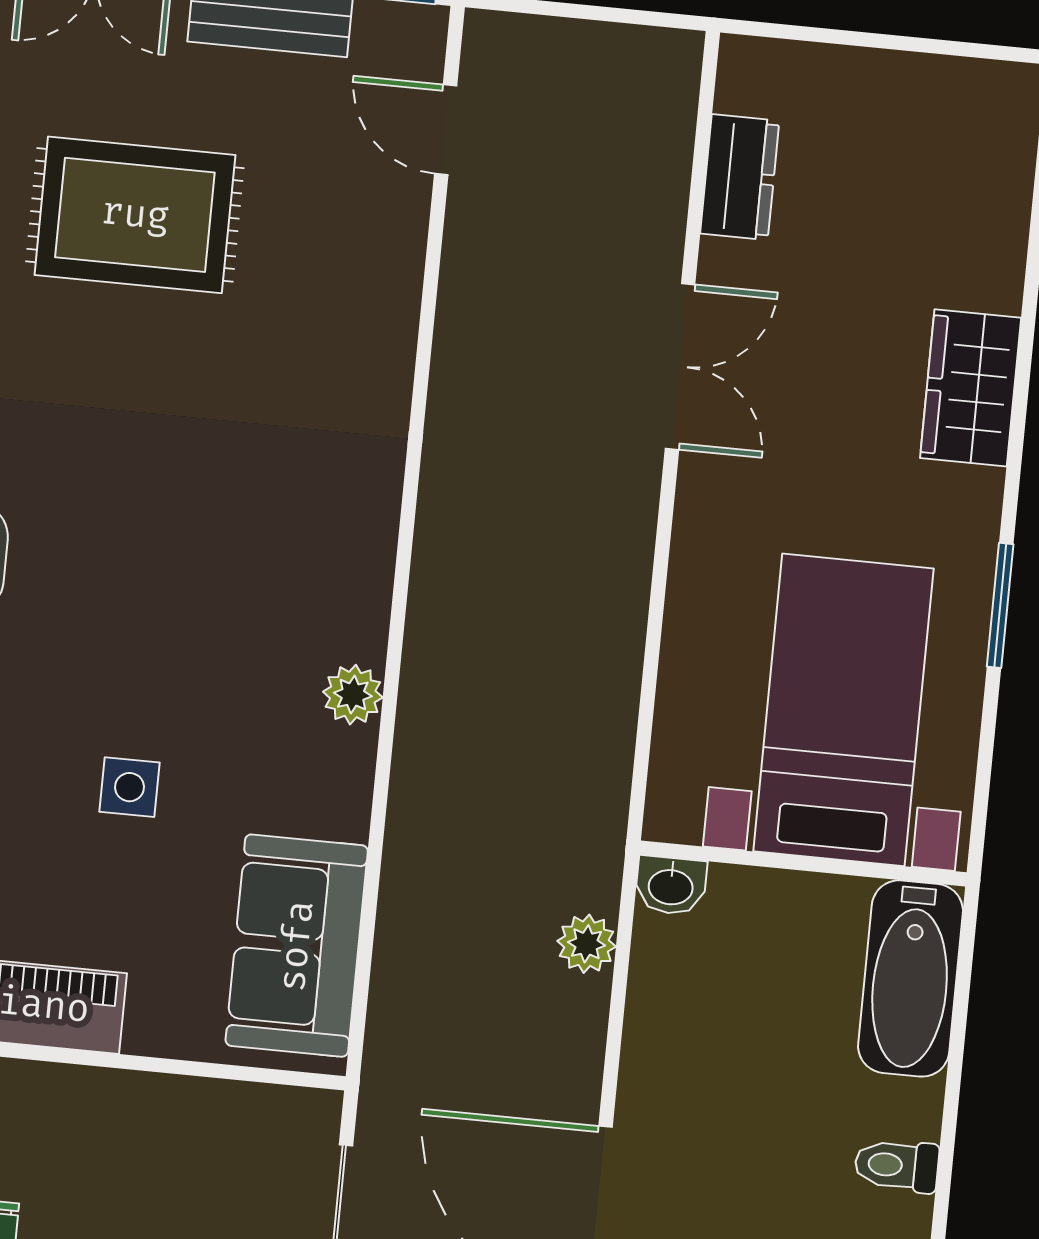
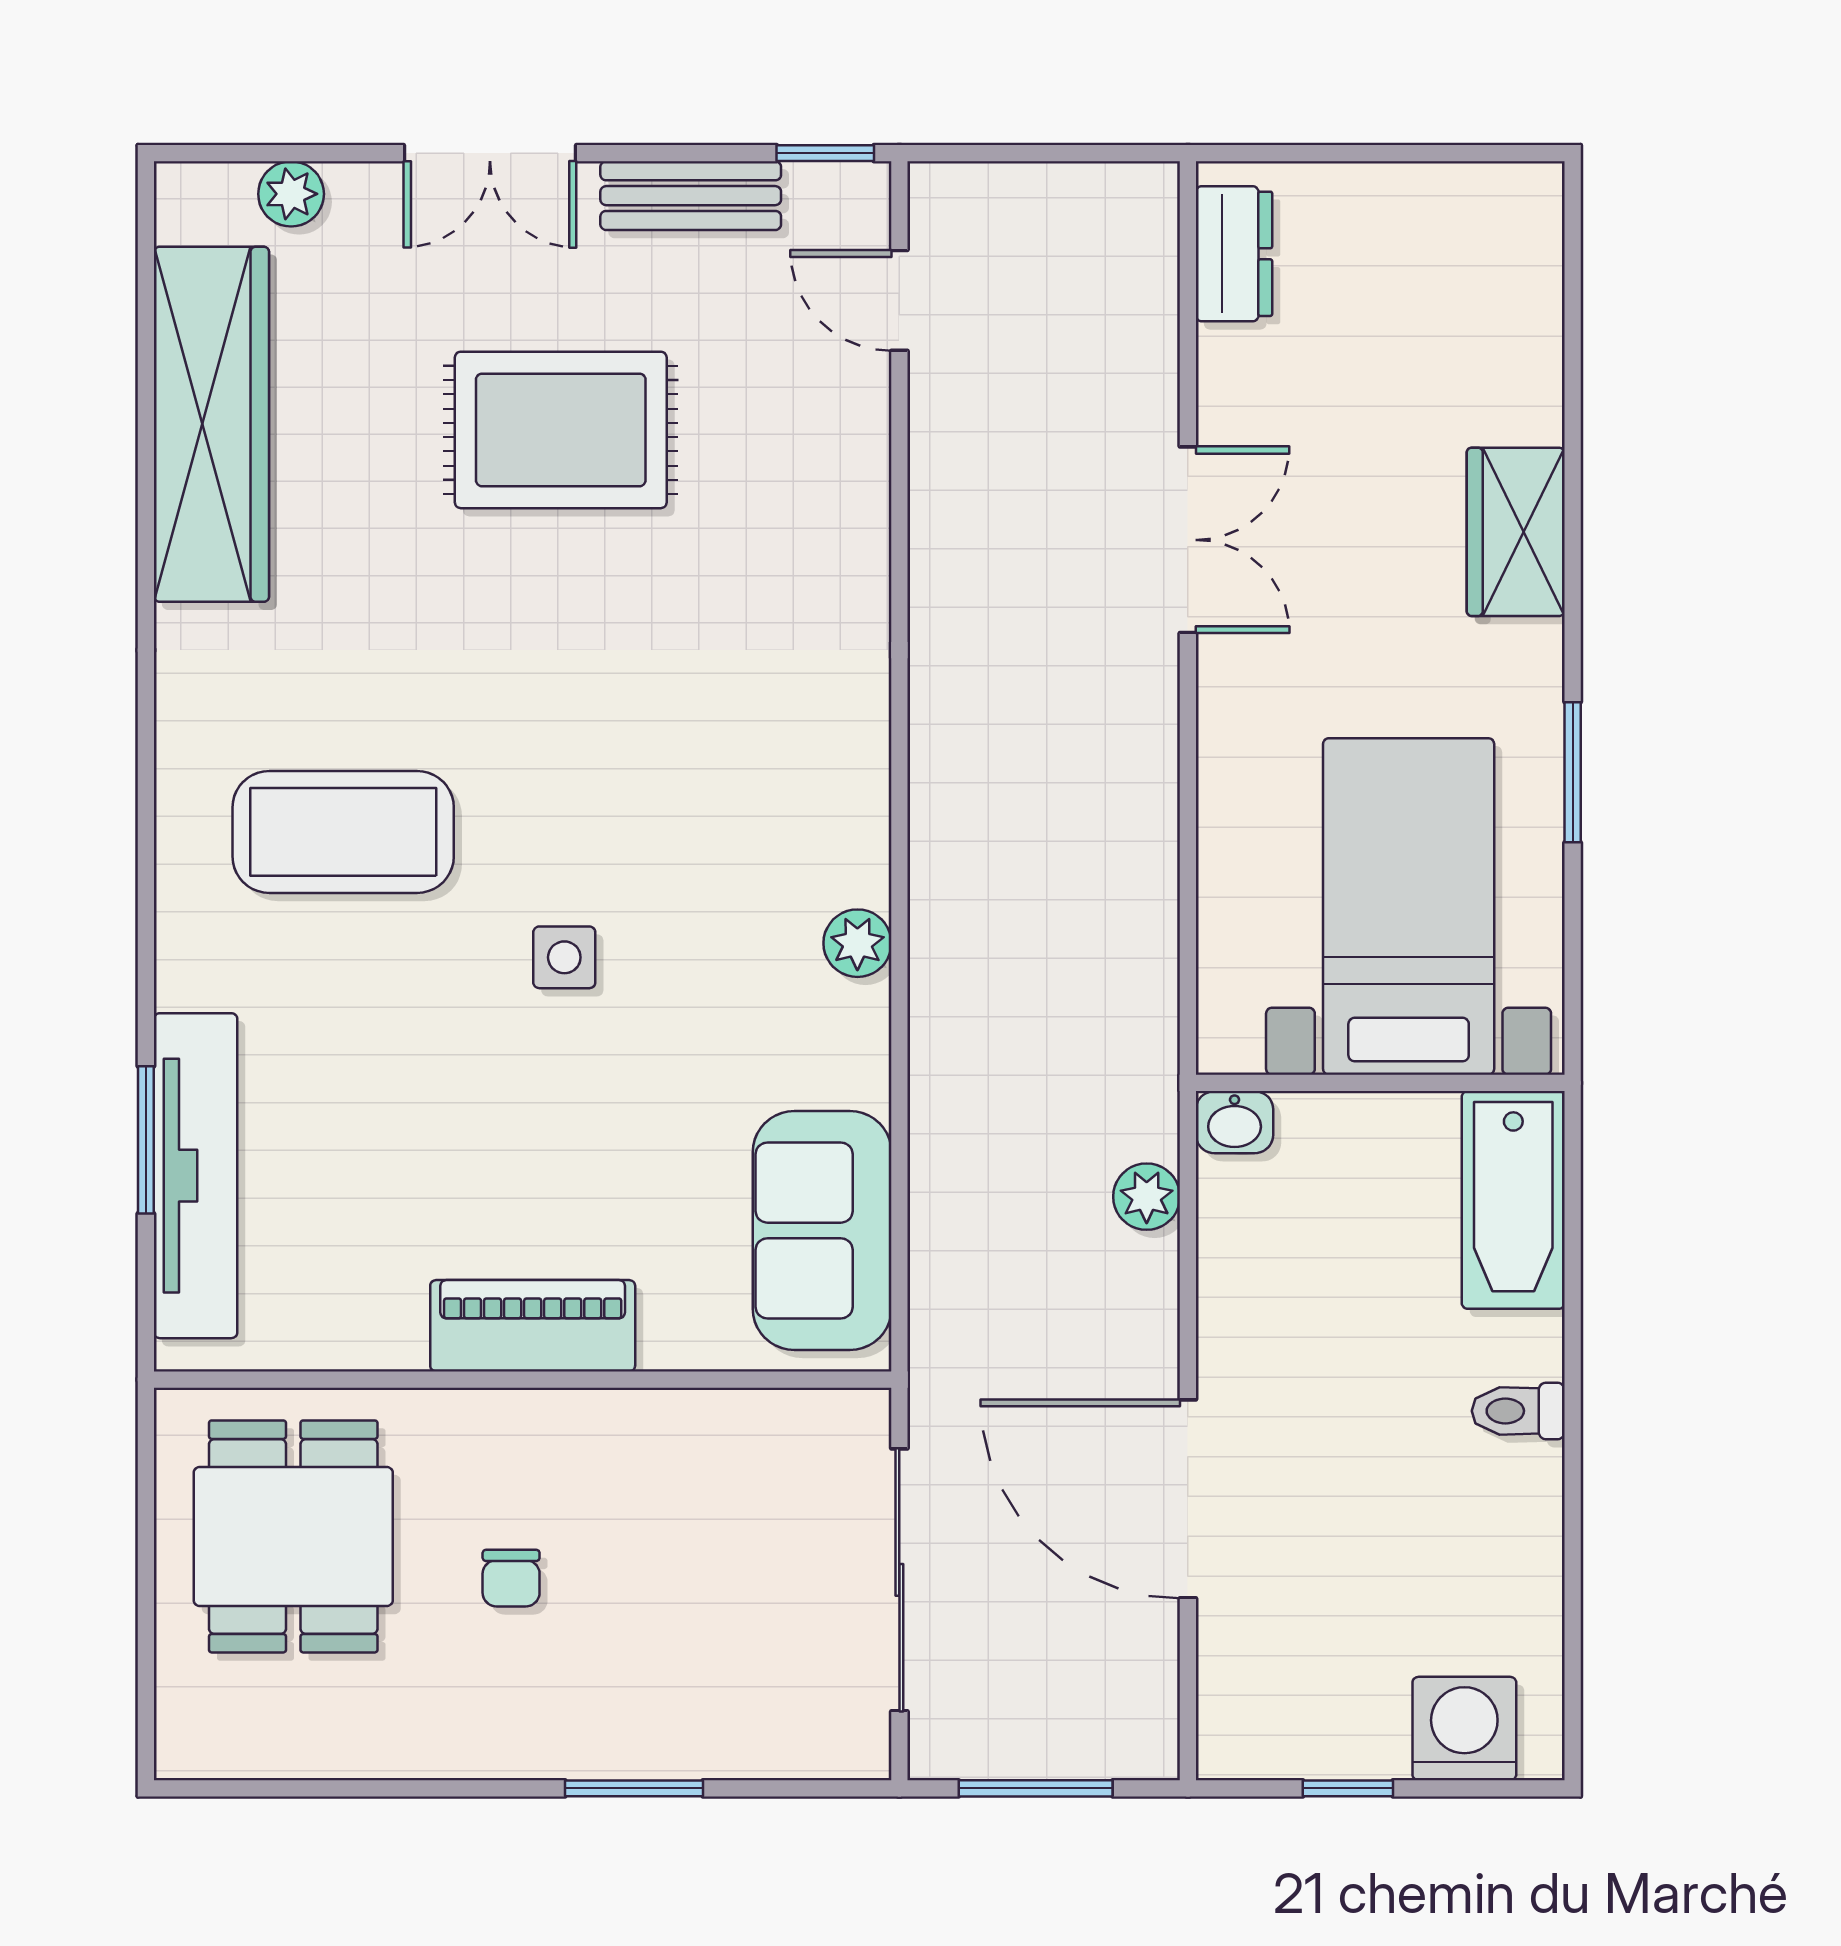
dresser: (740, 177) -> (1234, 254), moved
side table: (130, 787) -> (564, 957), moved

